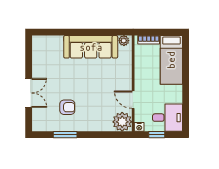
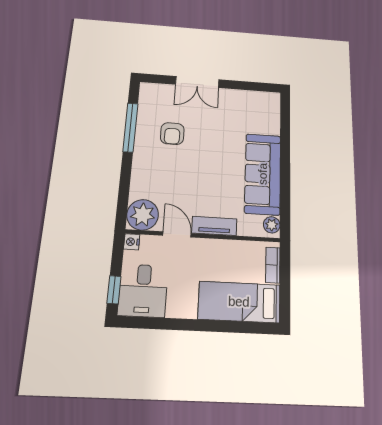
tv unit: (127, 77) -> (214, 226), added
door: (133, 100) -> (177, 234), hinge flipped
window: (65, 135) -> (130, 127), width x1.44
window: (157, 135) -> (114, 290), moved

